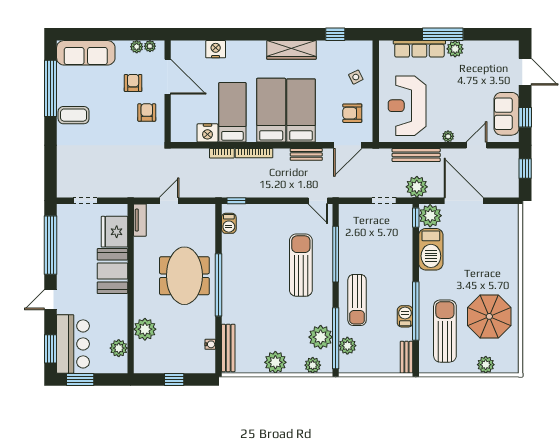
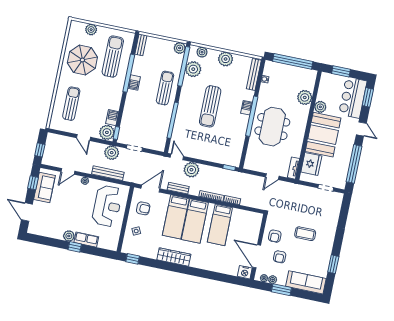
window: (120, 34) -> (281, 290), added
window: (335, 34) -> (133, 259), moved
window: (443, 34) -> (75, 247), width x0.46
nightstand: (216, 49) -> (245, 272), moved
row of seats: (419, 49) -> (86, 240), width x0.68
window: (50, 88) -> (333, 264), width x0.47
coffee table: (74, 115) -> (305, 234), moved
nightstand: (208, 133) -> (239, 215), removed
plant: (292, 186) -> (191, 170), added
door: (464, 201) -> (83, 138), width x0.53
barbecue: (229, 223) -> (247, 108), moved
sun lounger: (492, 248) -> (71, 104), added
barbecue: (431, 249) -> (112, 118), width x0.53, depth x0.65
sun lounger: (301, 265) -> (210, 106), moved
booth: (112, 271) -> (323, 135), width x1.36, depth x1.42
door: (50, 300) -> (361, 129), hinge flipped
barbecue: (405, 316) -> (134, 82), moved
sun lounger: (445, 331) -> (113, 57), turned 180
plant: (347, 346) -> (180, 48), moved
plant: (119, 348) -> (320, 107), moved
window: (80, 379) -> (341, 71), moved
window: (174, 379) -> (293, 61), width x3.17

